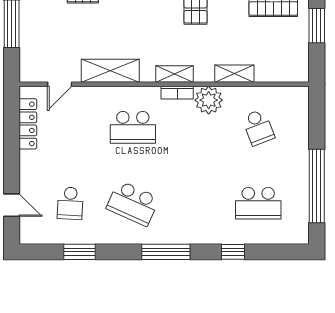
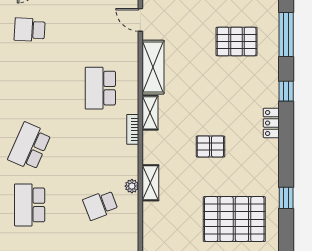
shelving: (175, 74) -> (150, 113), moved
plant: (209, 100) -> (132, 186), moved, width x0.53, depth x0.53
school desk: (133, 203) -> (30, 147), moved

